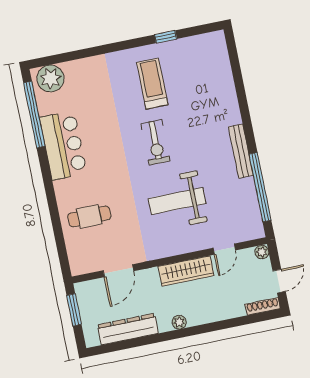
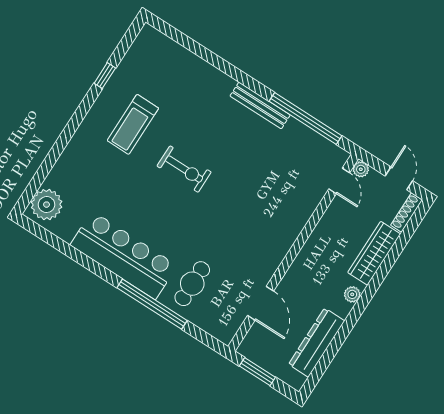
treadmill: (152, 84) -> (133, 124), turned -90
window: (34, 115) -> (152, 304), moved
bar counter: (63, 145) -> (124, 255), width x1.36
weight bench: (177, 201) -> (250, 199), removed
door: (224, 249) -> (339, 181), moved
wardrobe: (186, 271) -> (374, 253), moved, turned 180

